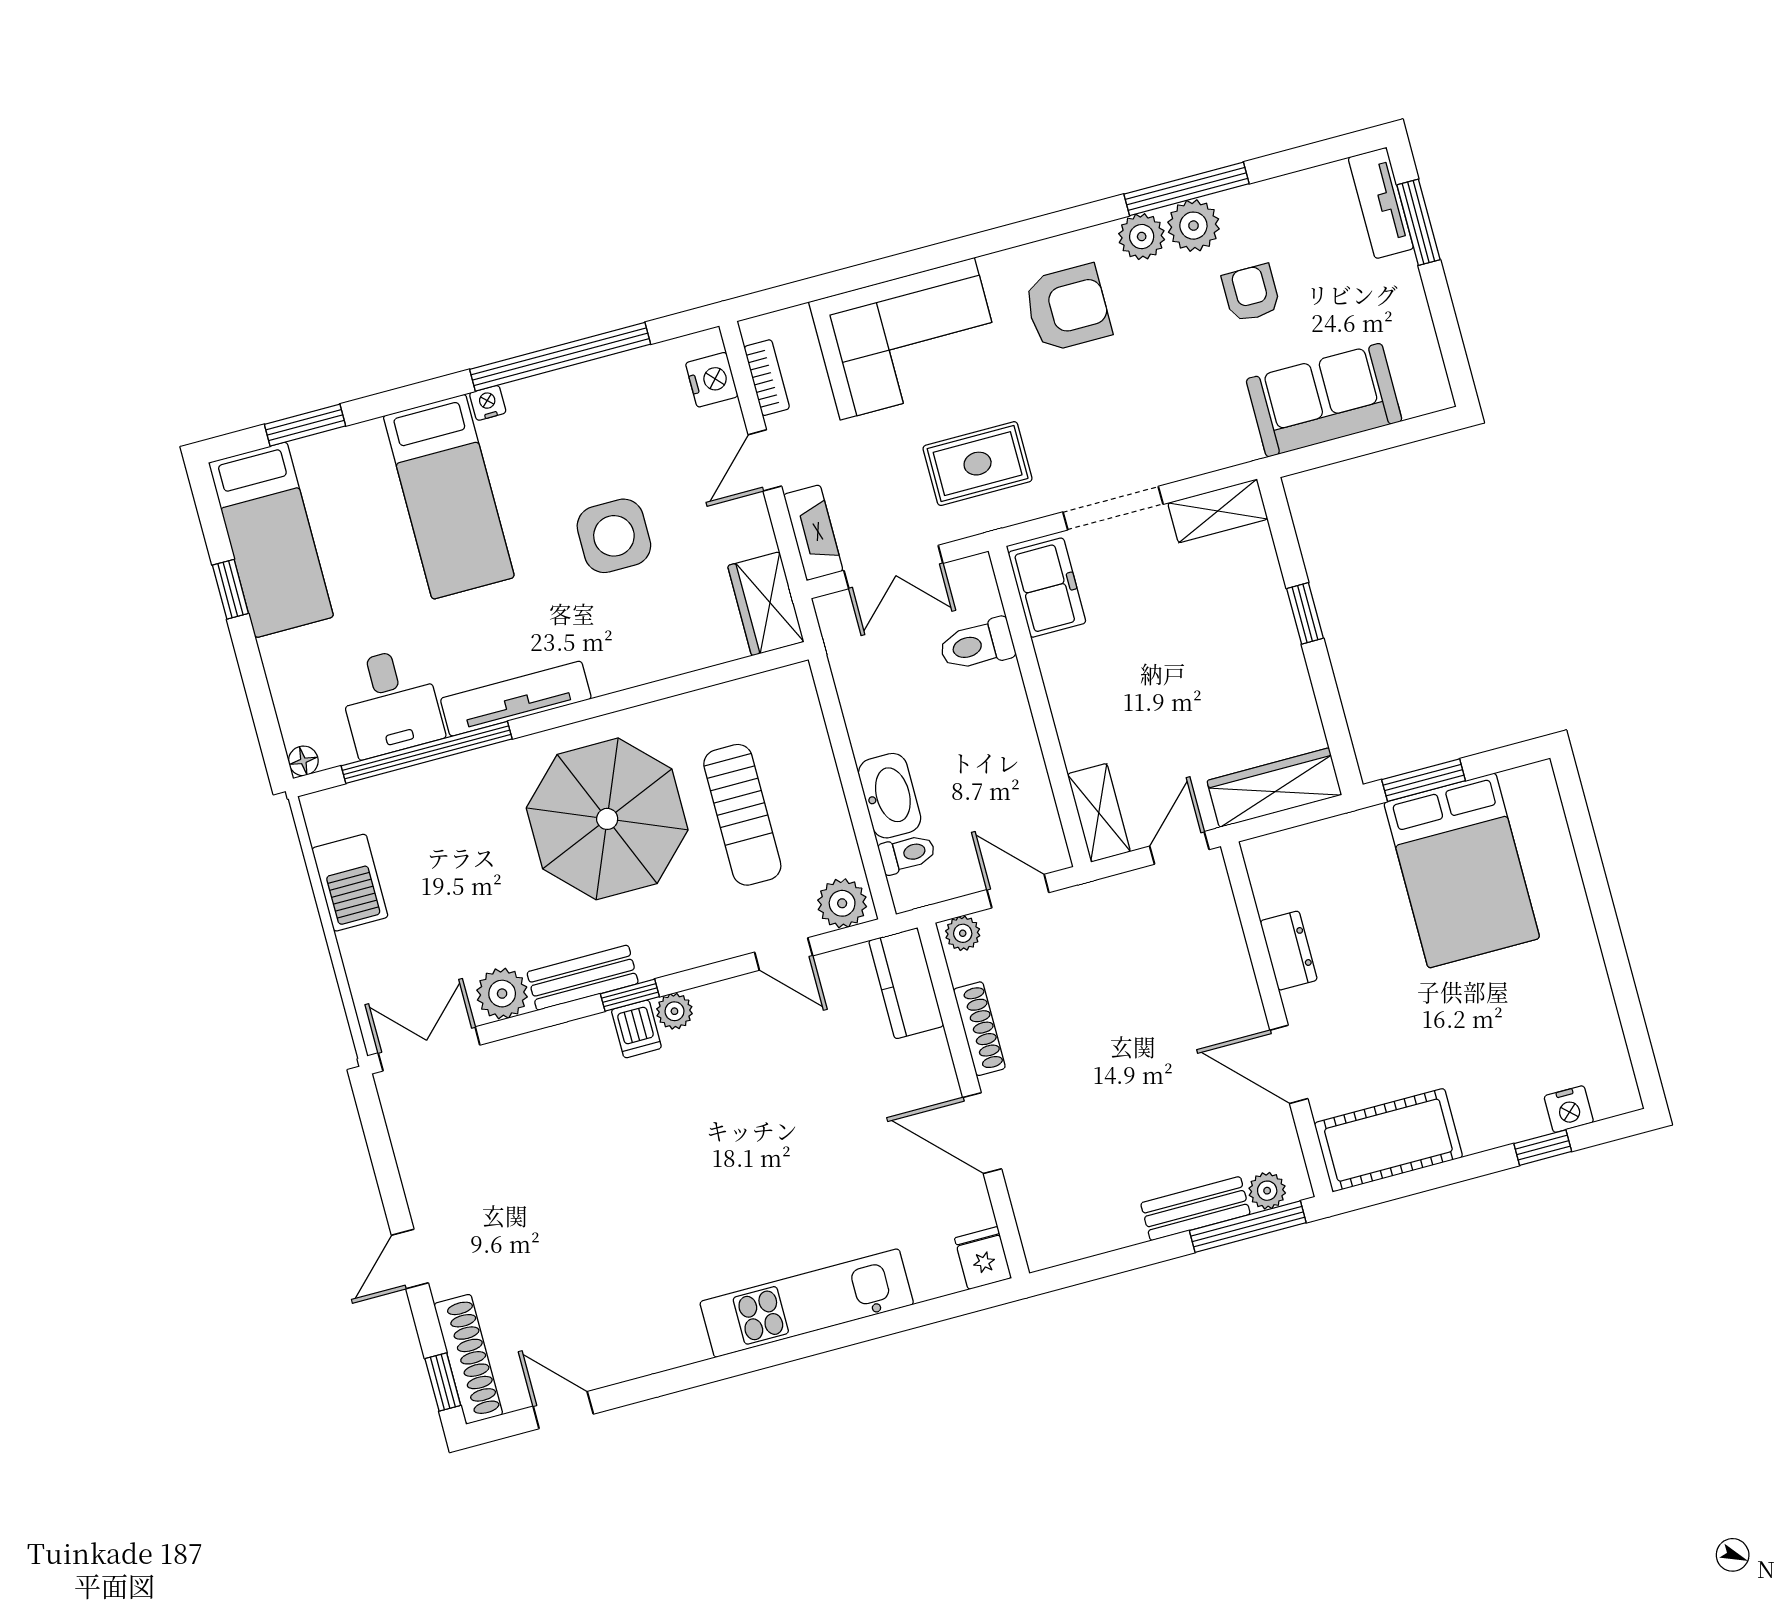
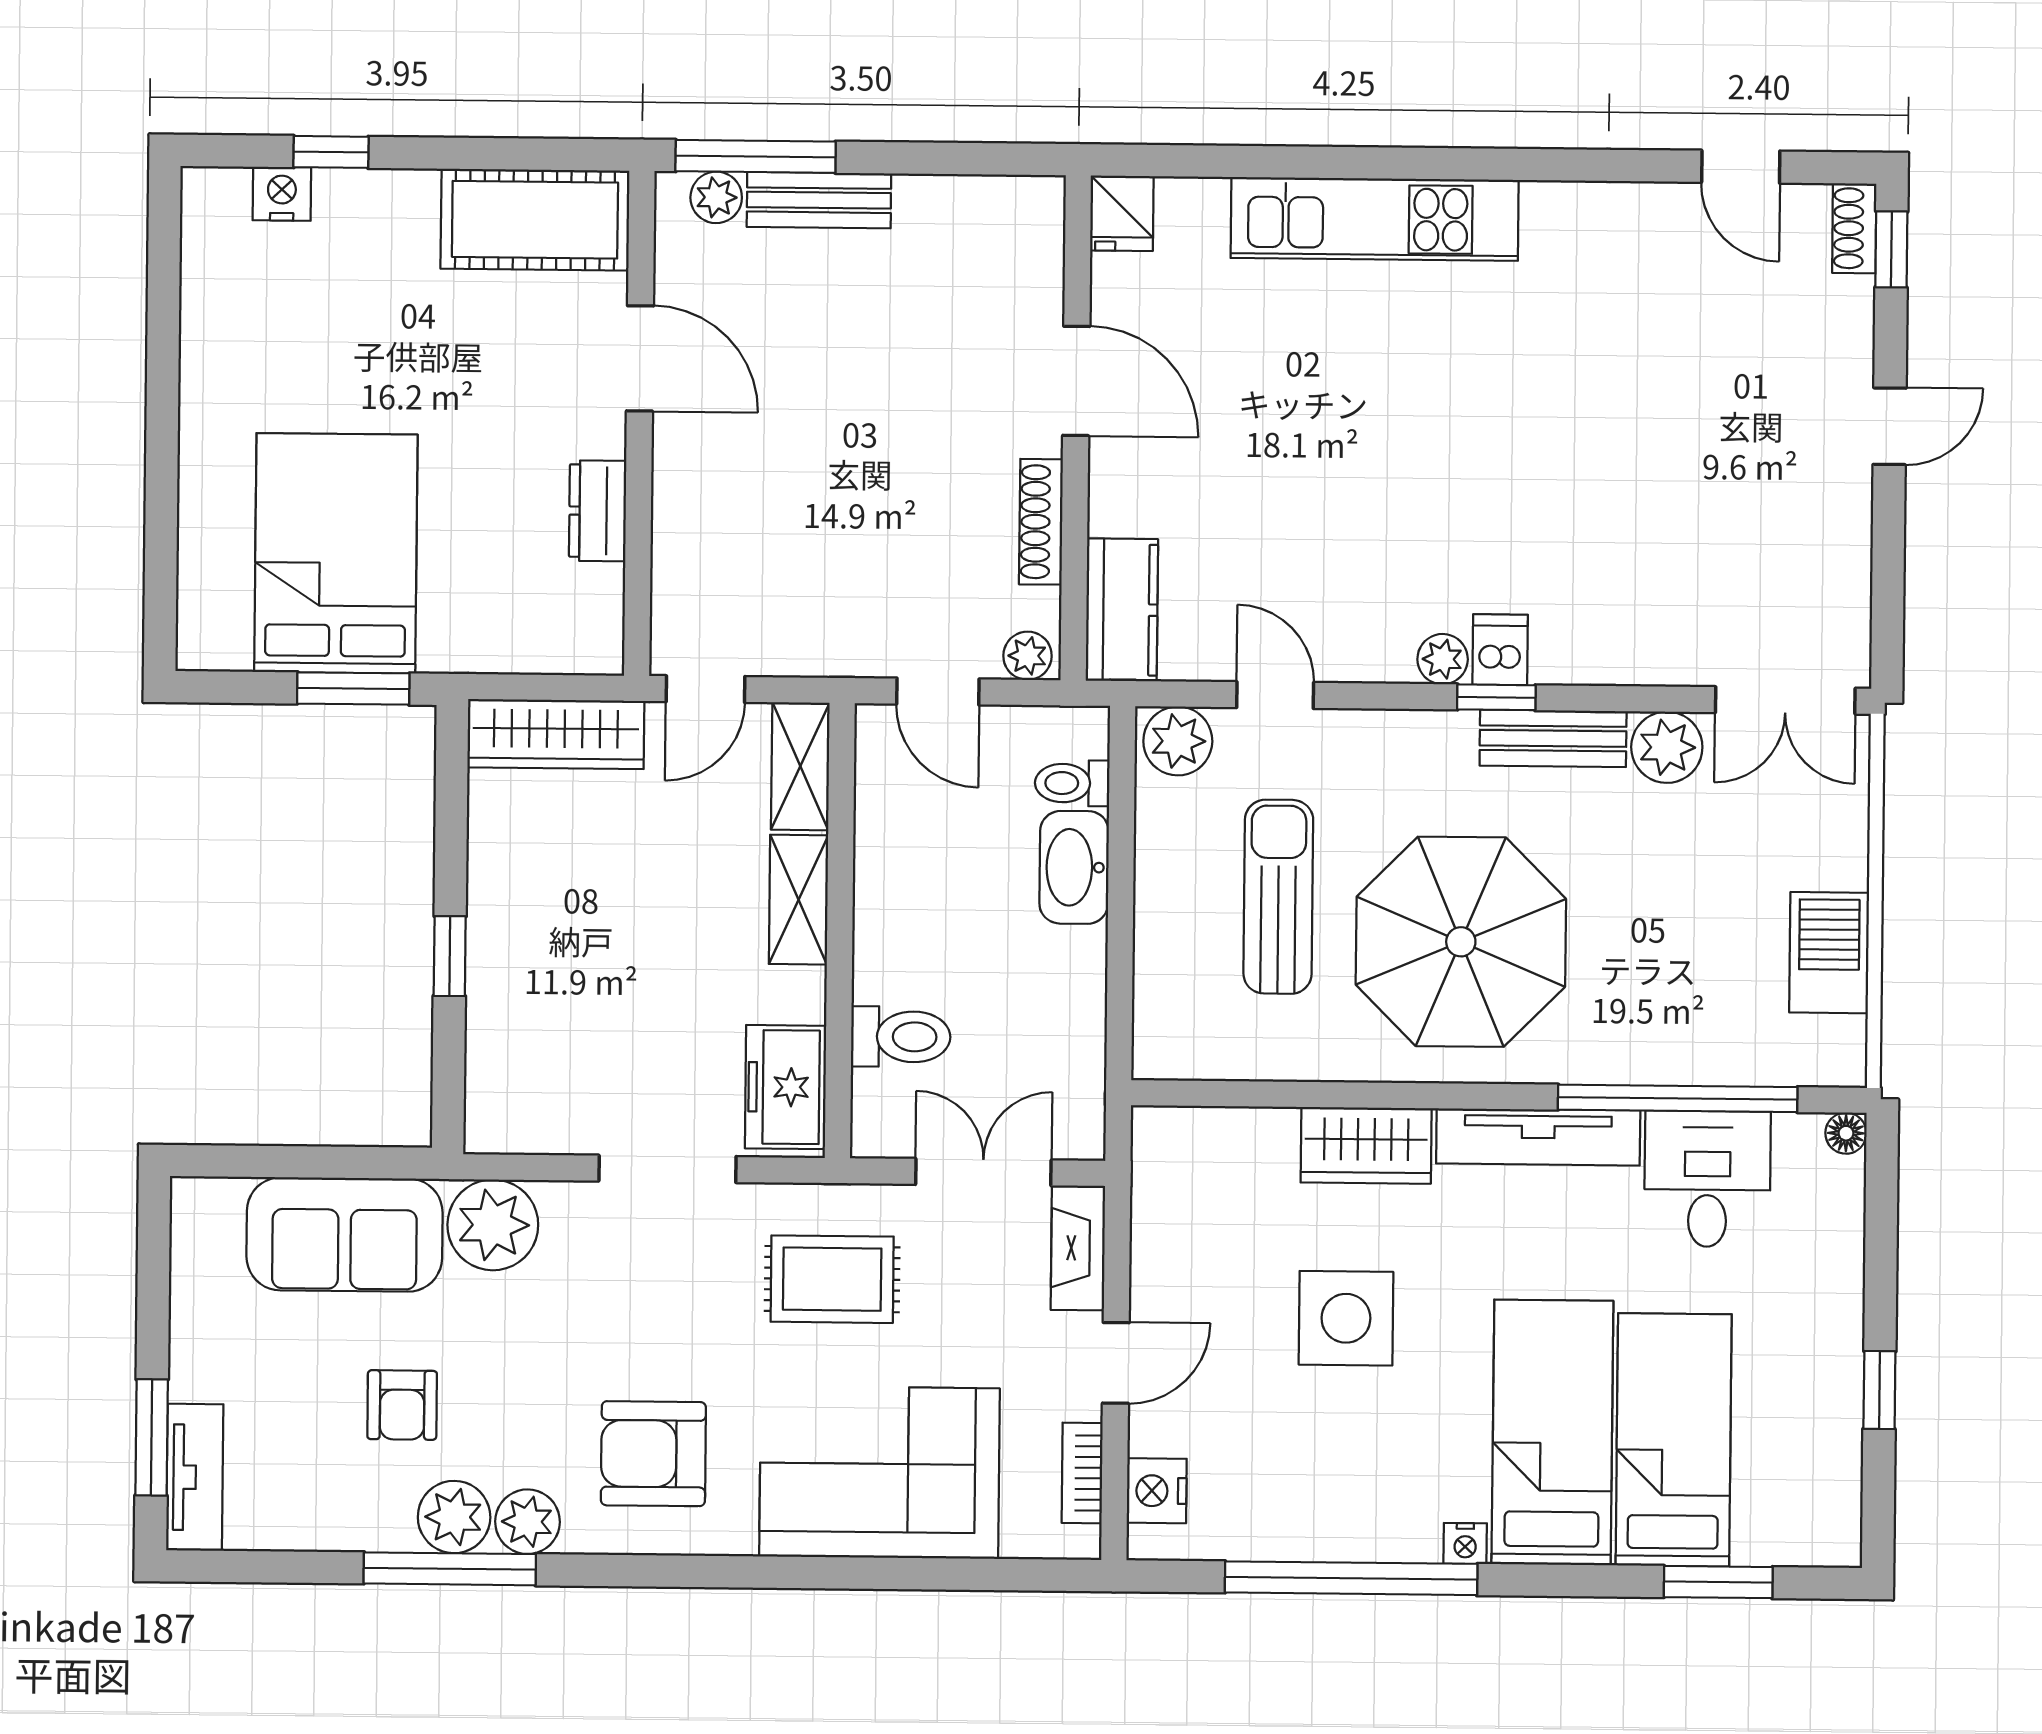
plant: (1223, 435) -> (493, 1225), added
shelving: (1218, 511) -> (799, 900), moved, turned 90
bed: (271, 540) -> (1674, 1440), moved
wardrobe: (766, 604) -> (1366, 1145), moved, turned 90
shoe rack: (468, 1359) -> (1854, 228), width x0.51, depth x0.81

